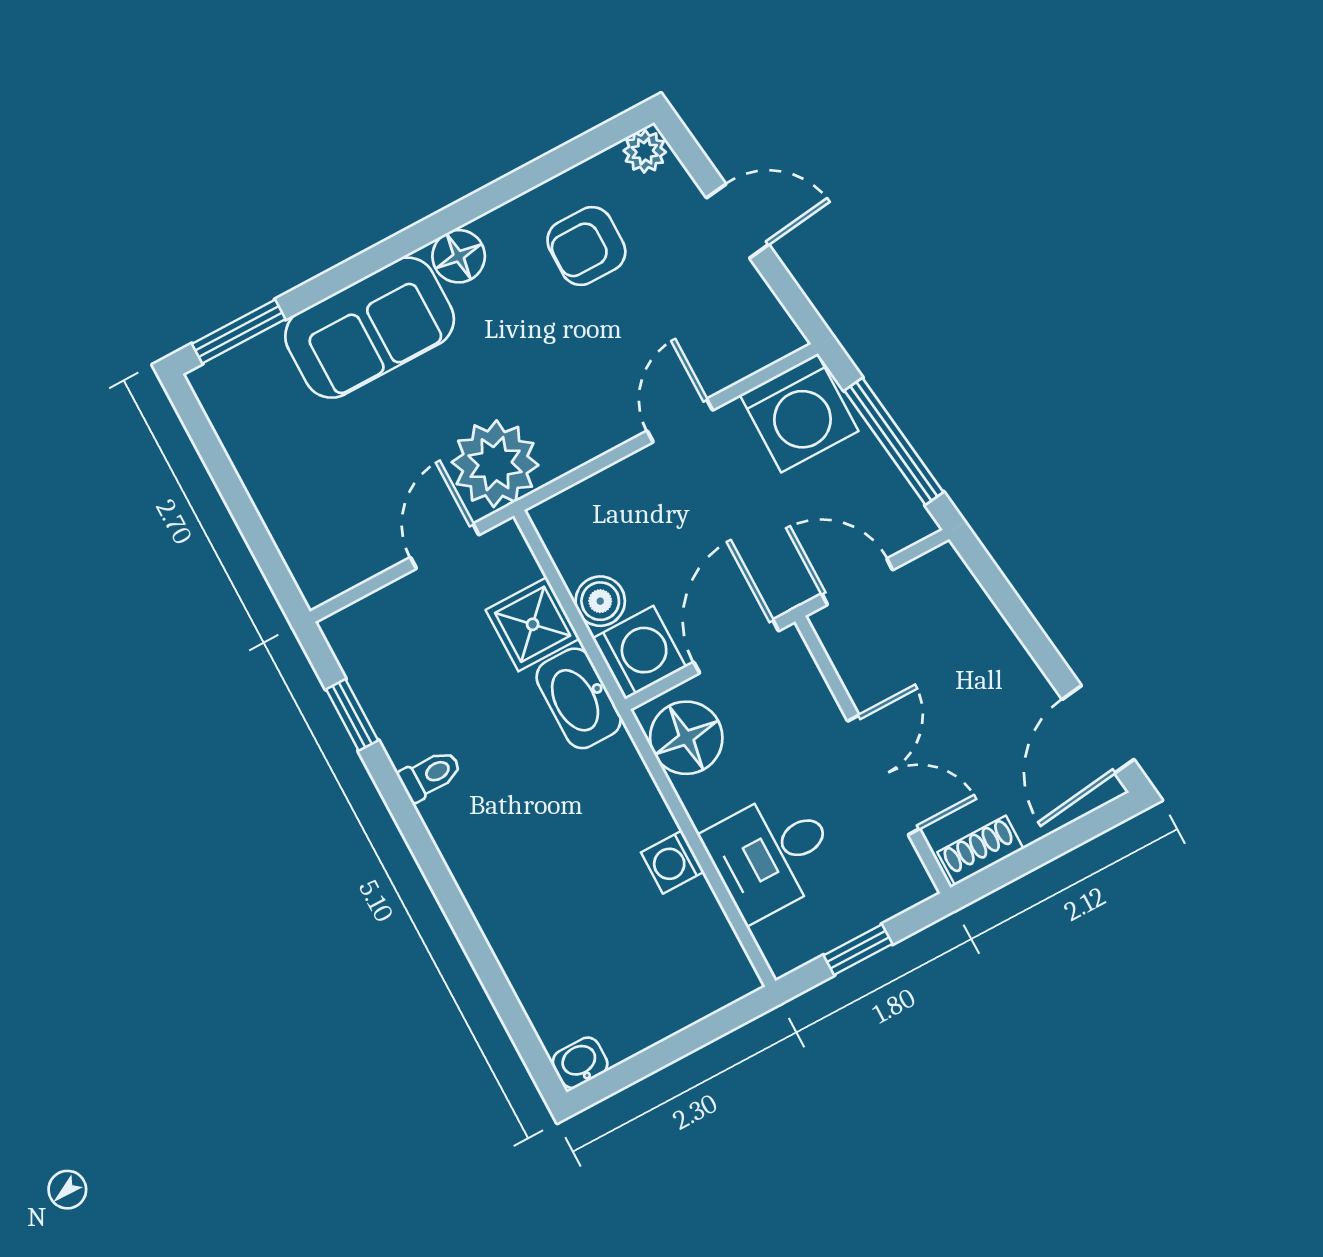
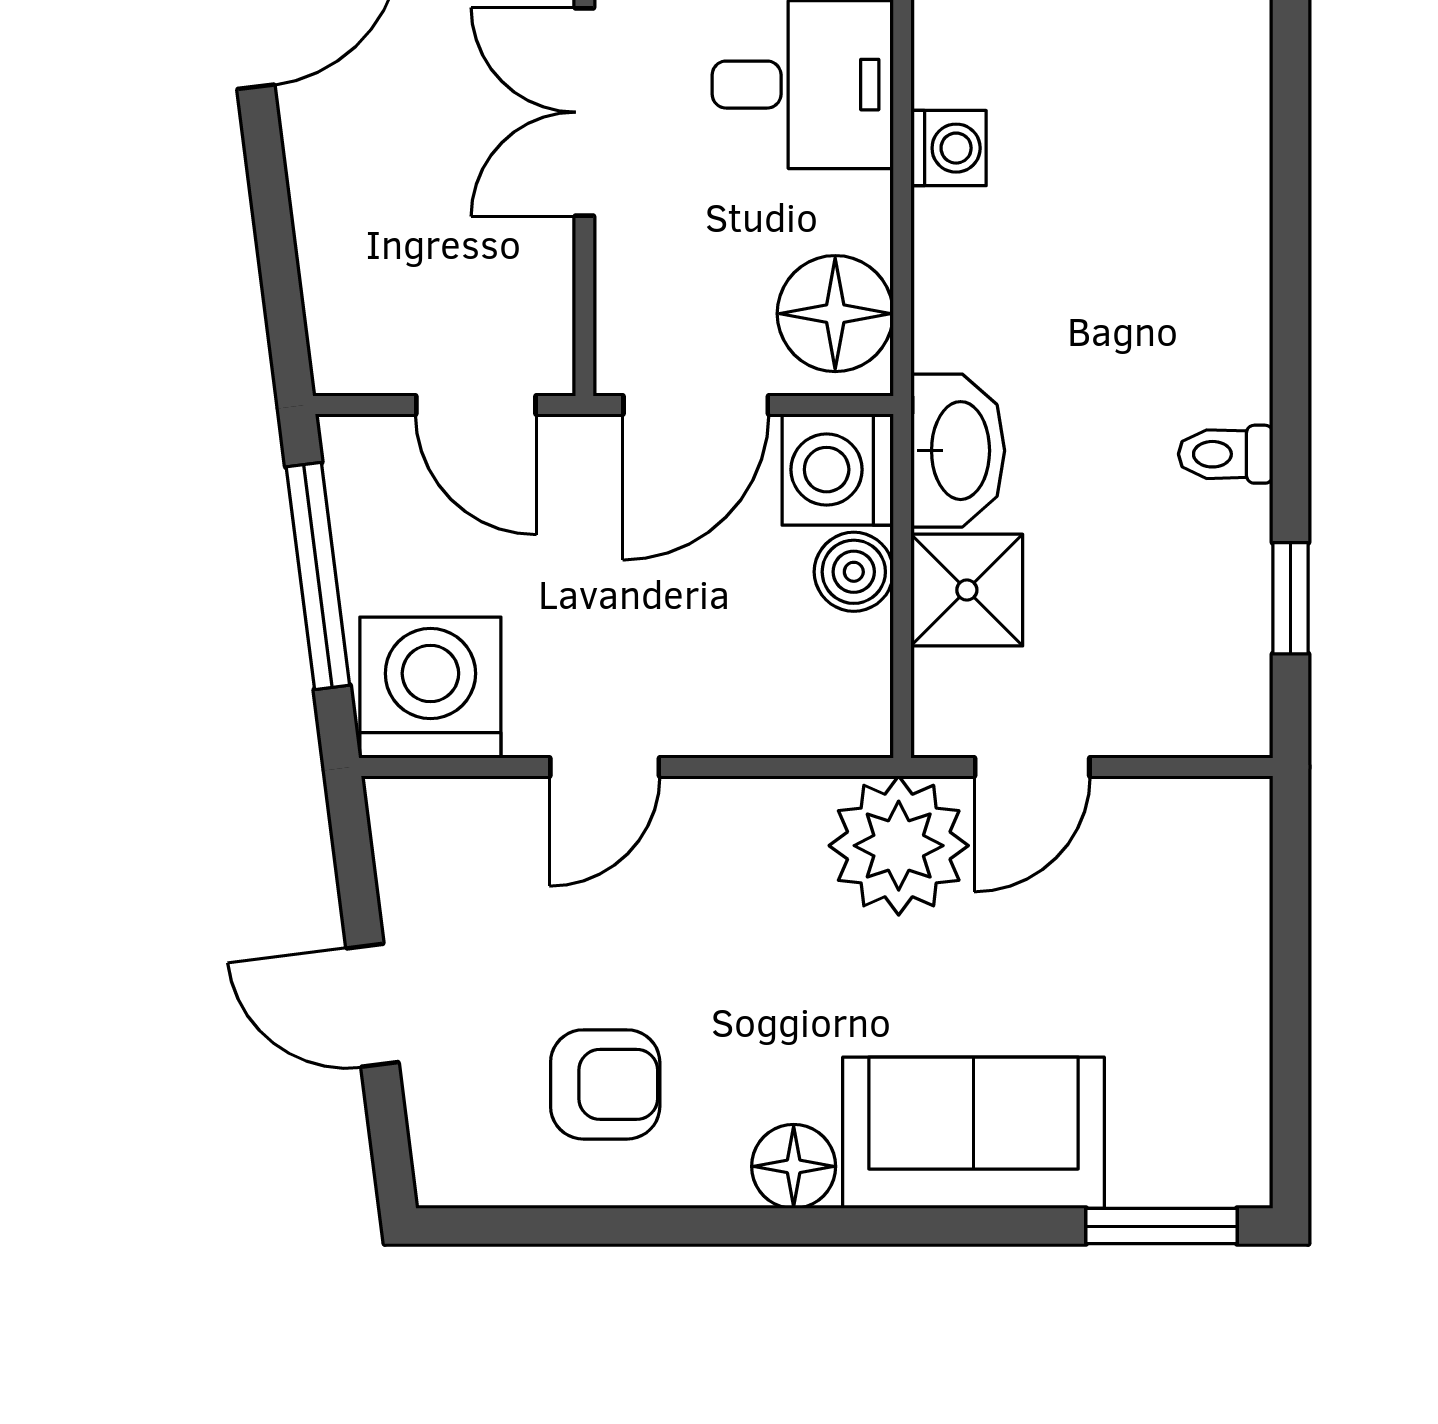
plant: (645, 151) -> (451, 1174), removed

